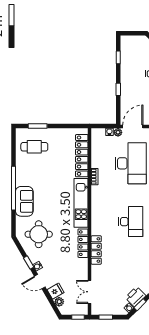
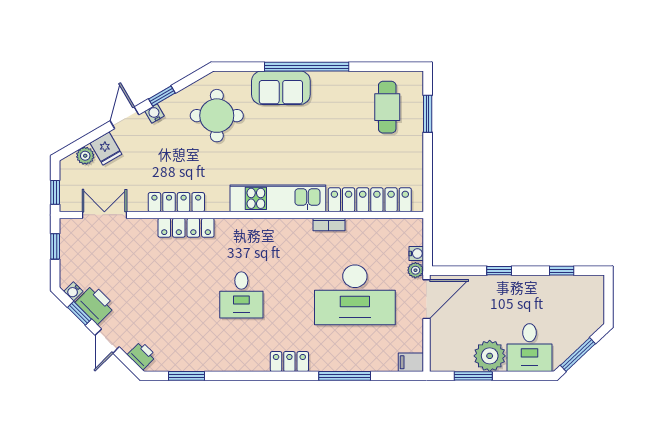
door: (133, 127) -> (427, 299), hinge flipped
desk: (131, 222) -> (241, 295), width x0.73
locker: (83, 243) -> (176, 202), moved

